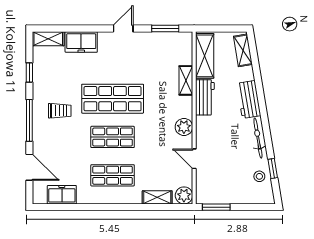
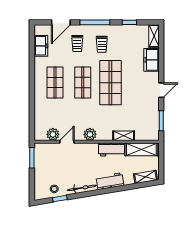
door: (123, 29) -> (161, 90), hinge flipped
trolley: (59, 145) -> (77, 44), added
plant: (184, 195) -> (53, 134), moved
shelving: (157, 197) -> (39, 115), removed

